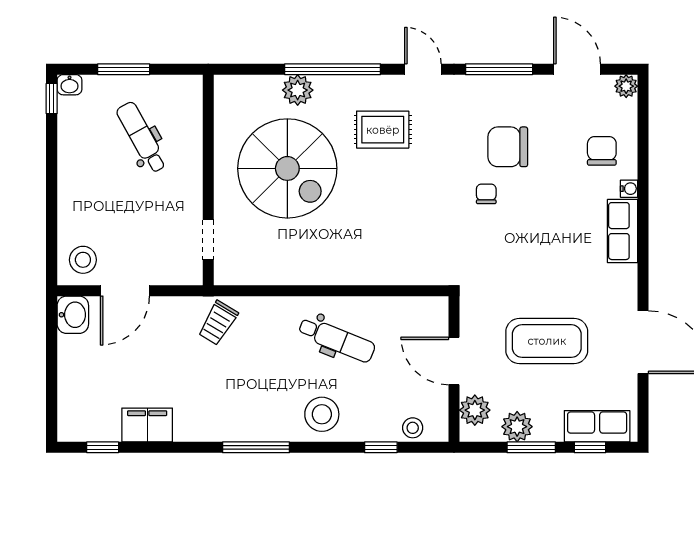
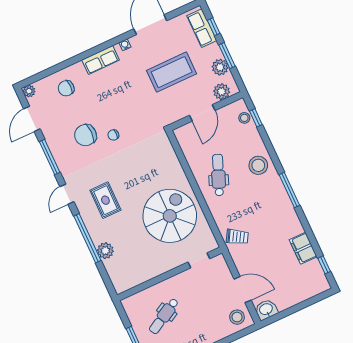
chair: (508, 147) -> (85, 135), turned 90
spiral stairs: (287, 168) -> (170, 216), moved
water cooler: (629, 189) -> (125, 45), moved
coffee table: (547, 341) -> (172, 72), turned 90
window: (381, 447) -> (256, 118), moved

